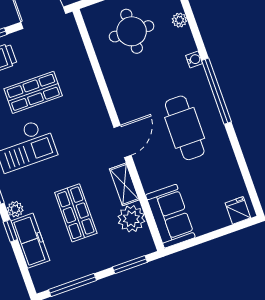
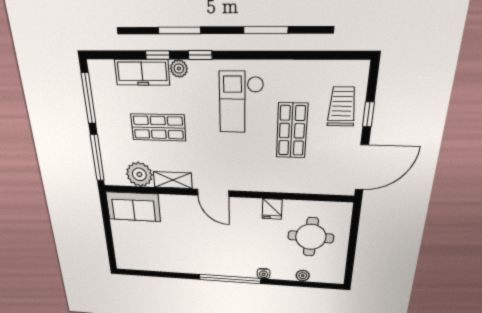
cafe table: (185, 128) -> (207, 245), removed
fridge: (238, 210) -> (272, 209), moved, turned 90
window: (130, 265) -> (97, 158), width x1.44

